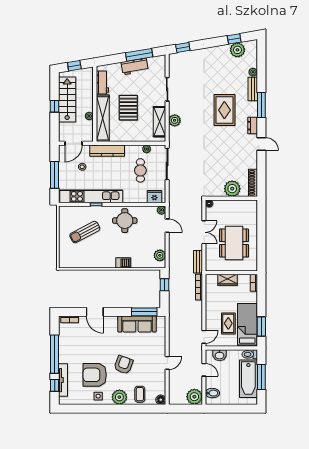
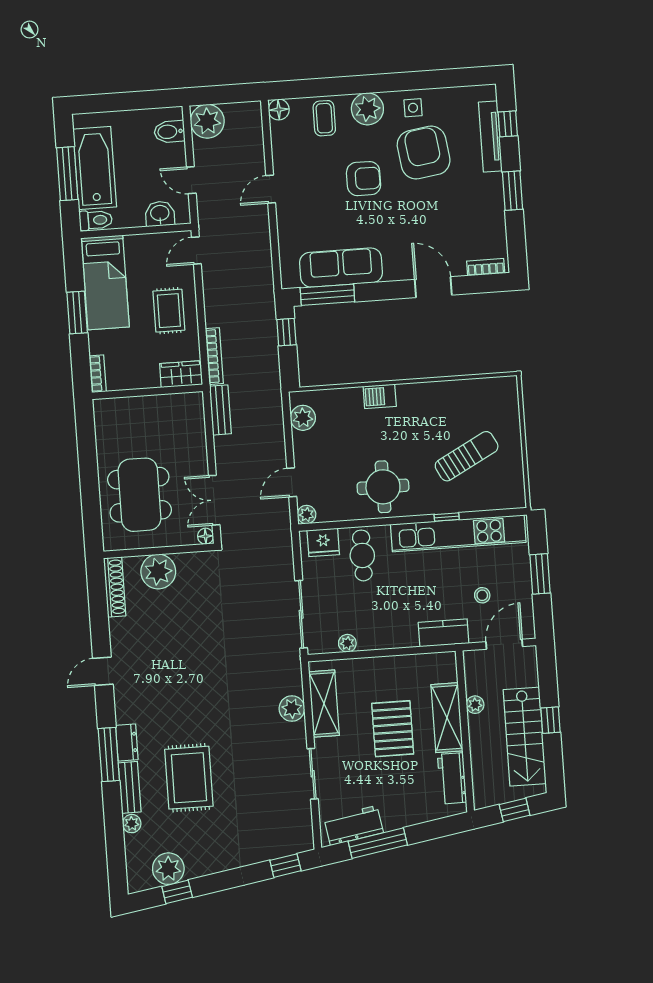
workbench: (135, 66) -> (354, 825), moved
rug: (224, 110) -> (189, 778), moved
shelving: (103, 118) -> (447, 718), width x0.68
dresser: (253, 126) -> (127, 742), moved
door: (261, 144) -> (103, 671), hinge flipped
kitchen counter: (107, 151) -> (444, 633), width x0.67
cafe table: (140, 170) -> (362, 555), moved
window: (55, 175) -> (540, 574), width x0.69
door: (167, 226) -> (292, 482), hinge flipped
double door: (204, 232) -> (214, 500), moved
dining table: (234, 243) -> (139, 495), moved
wardrobe: (228, 280) -> (181, 374), moved
window: (165, 285) -> (286, 332), moved
rug: (228, 323) -> (169, 311), moved
window: (261, 326) -> (77, 312), moved
window: (55, 354) -> (513, 191), width x0.47
armchair: (124, 365) -> (364, 179), turned -110
armchair: (95, 375) -> (424, 153), turned -98

